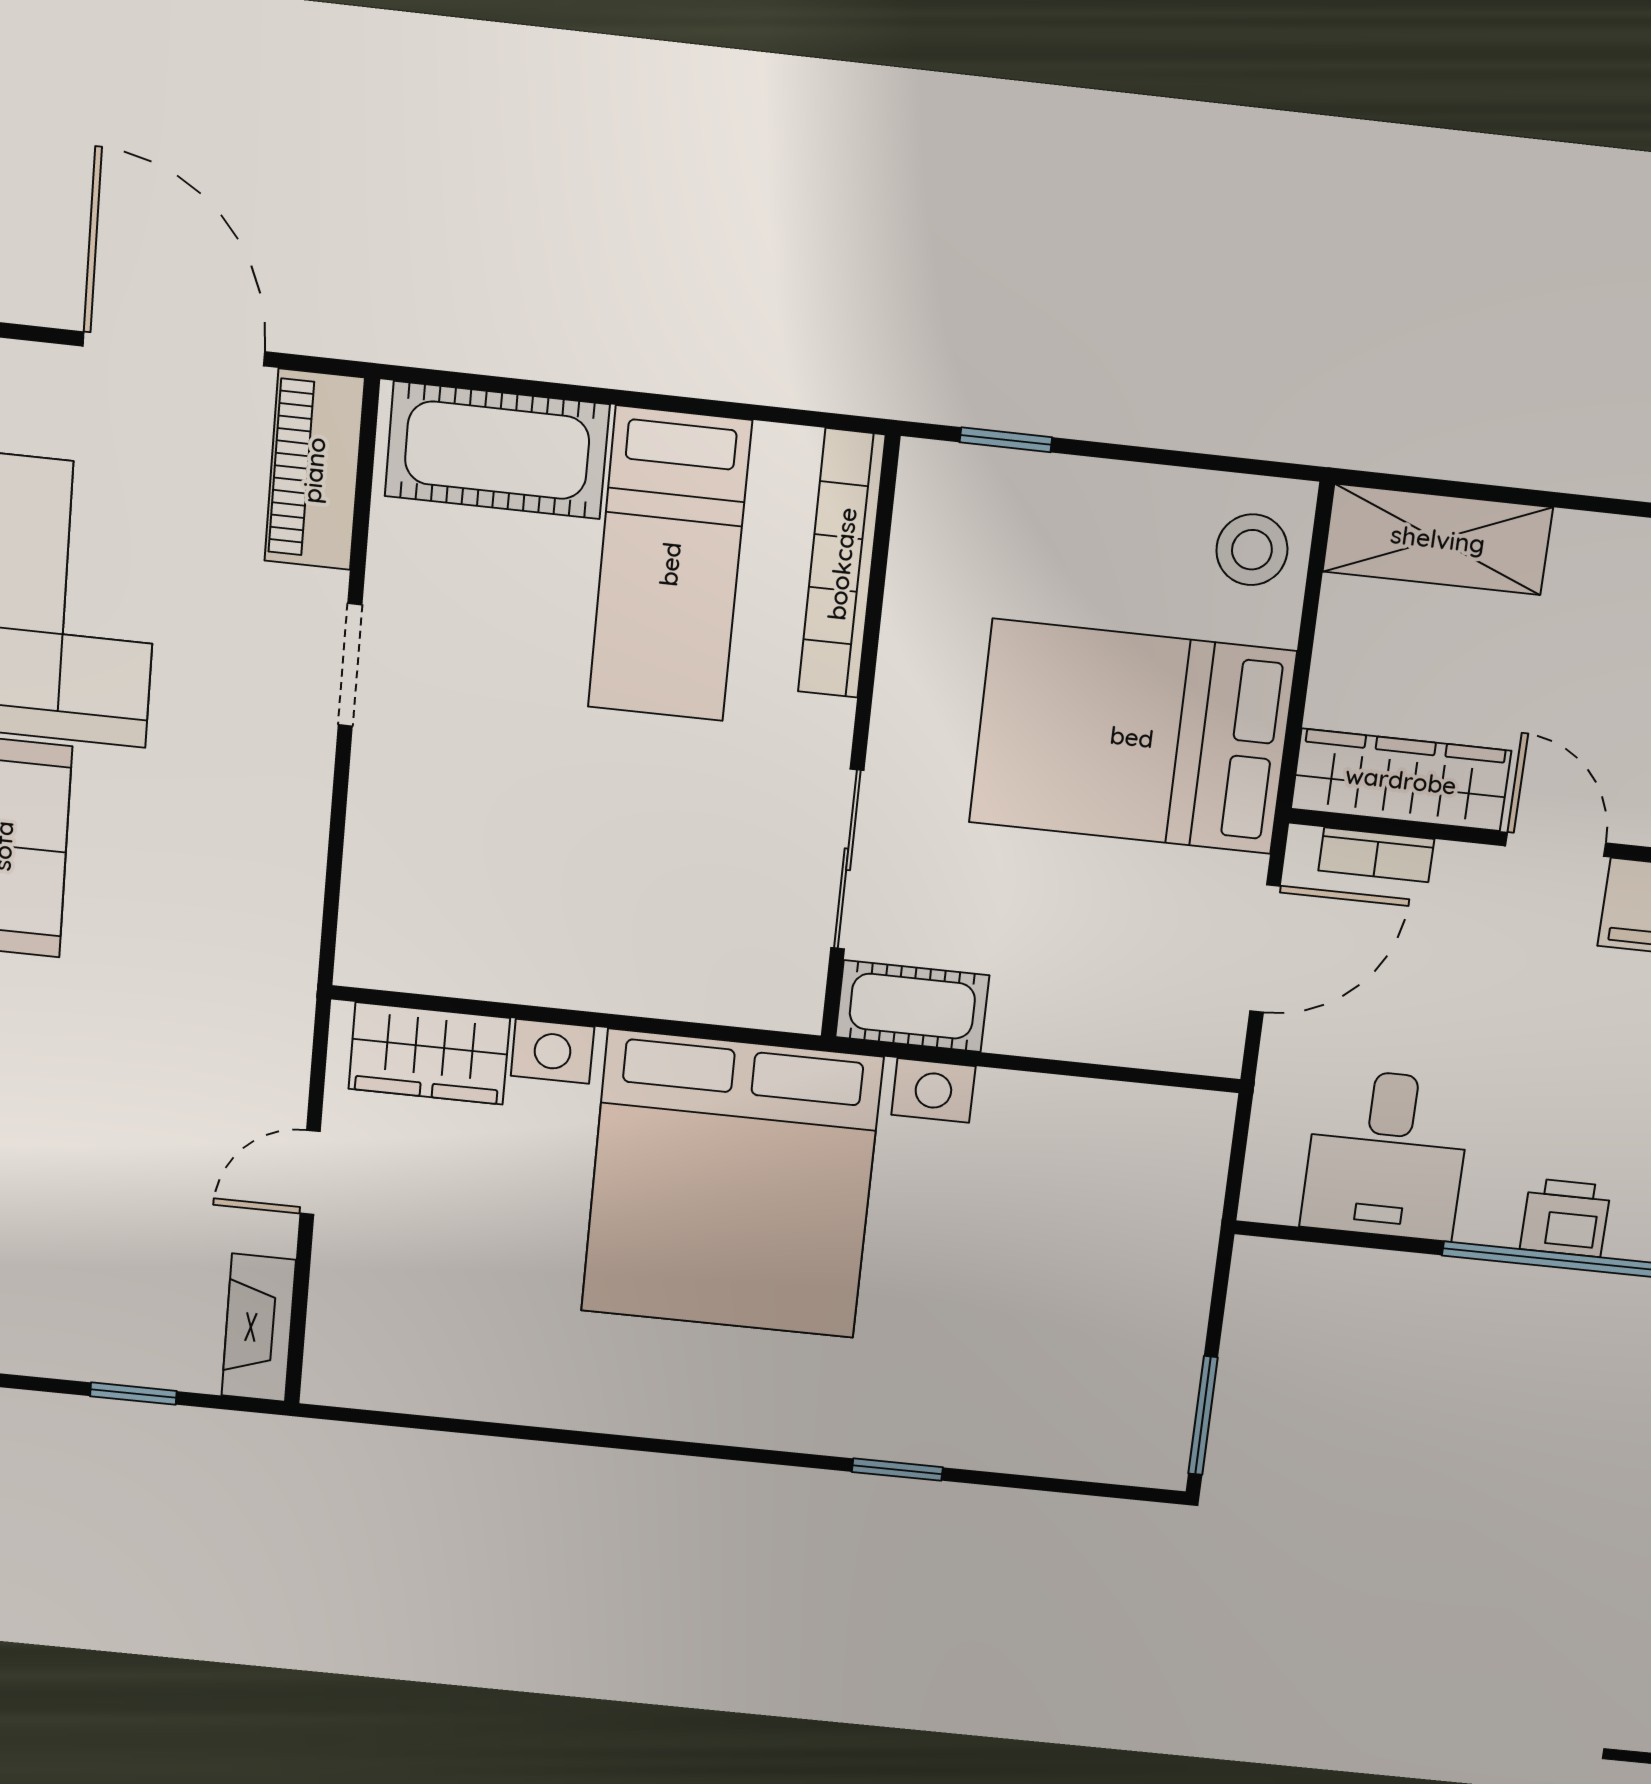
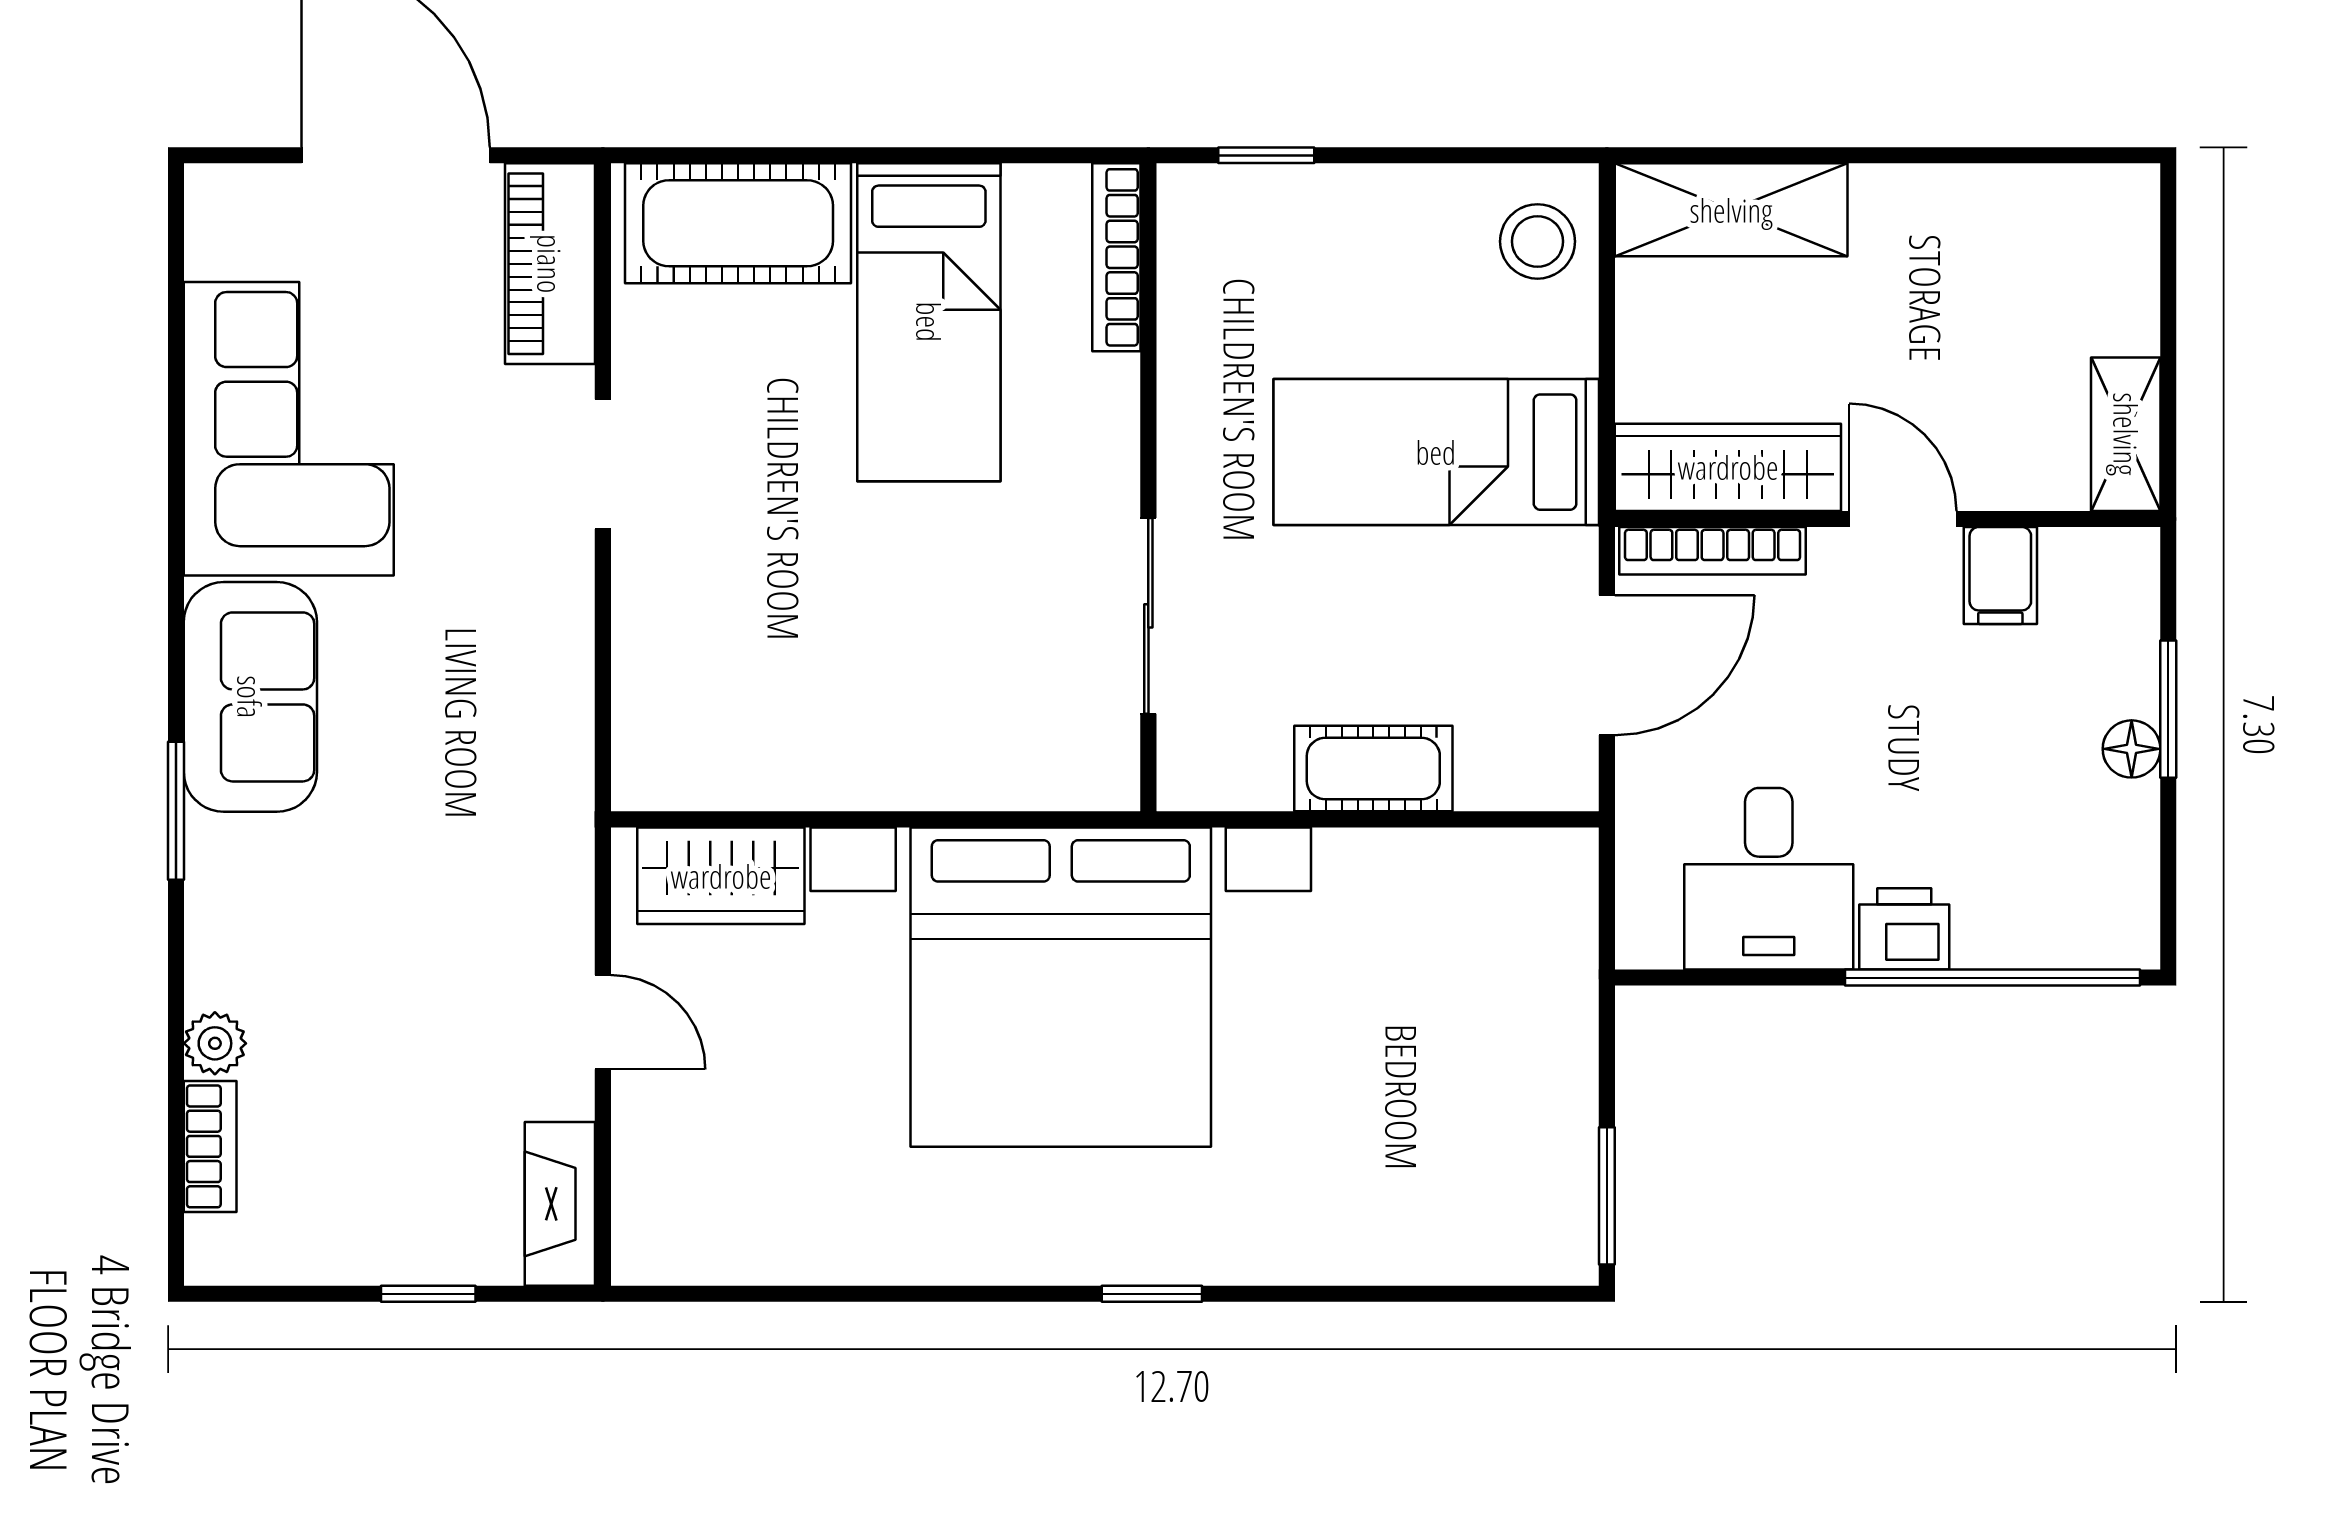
bookcase: (842, 564) -> (1116, 257), width x0.68, depth x0.76
bed: (1132, 737) -> (1436, 452), width x0.67
bookcase: (1376, 855) -> (1713, 551), width x1.56
cot: (912, 1006) -> (1373, 769), moved
door: (310, 1173) -> (603, 1022), swing flipped
printer: (1565, 1218) -> (1904, 929), moved
window: (897, 1470) -> (1152, 1294), moved

